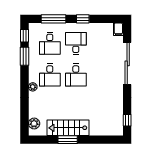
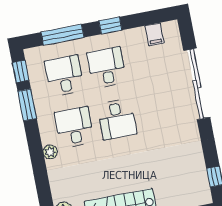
filing cabinet: (118, 29) -> (154, 34), moved
desk: (50, 43) -> (64, 76), turned 180
desk: (50, 75) -> (74, 127), turned 180

